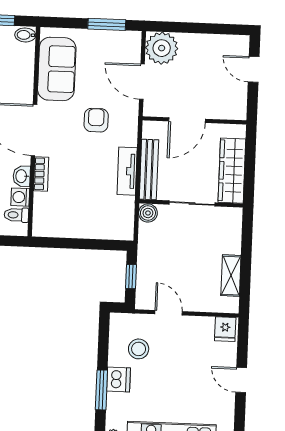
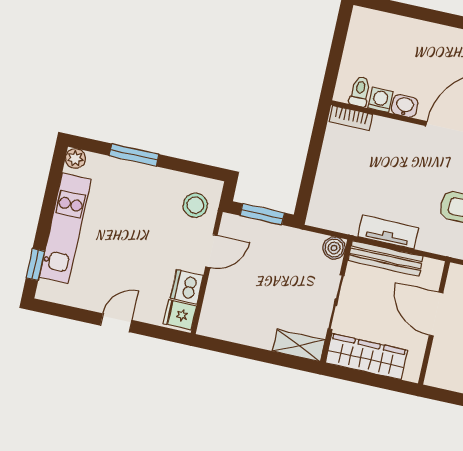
bookcase: (41, 174) -> (351, 118), moved
shelving: (231, 276) -> (299, 345), moved
window: (131, 277) -> (262, 214), width x1.50
stool: (139, 349) -> (195, 205), moved
dishwasher: (118, 380) -> (187, 287), moved, turned 90

